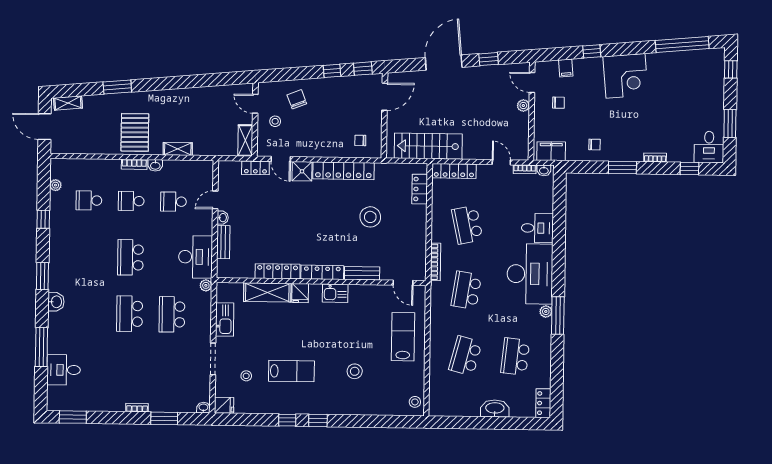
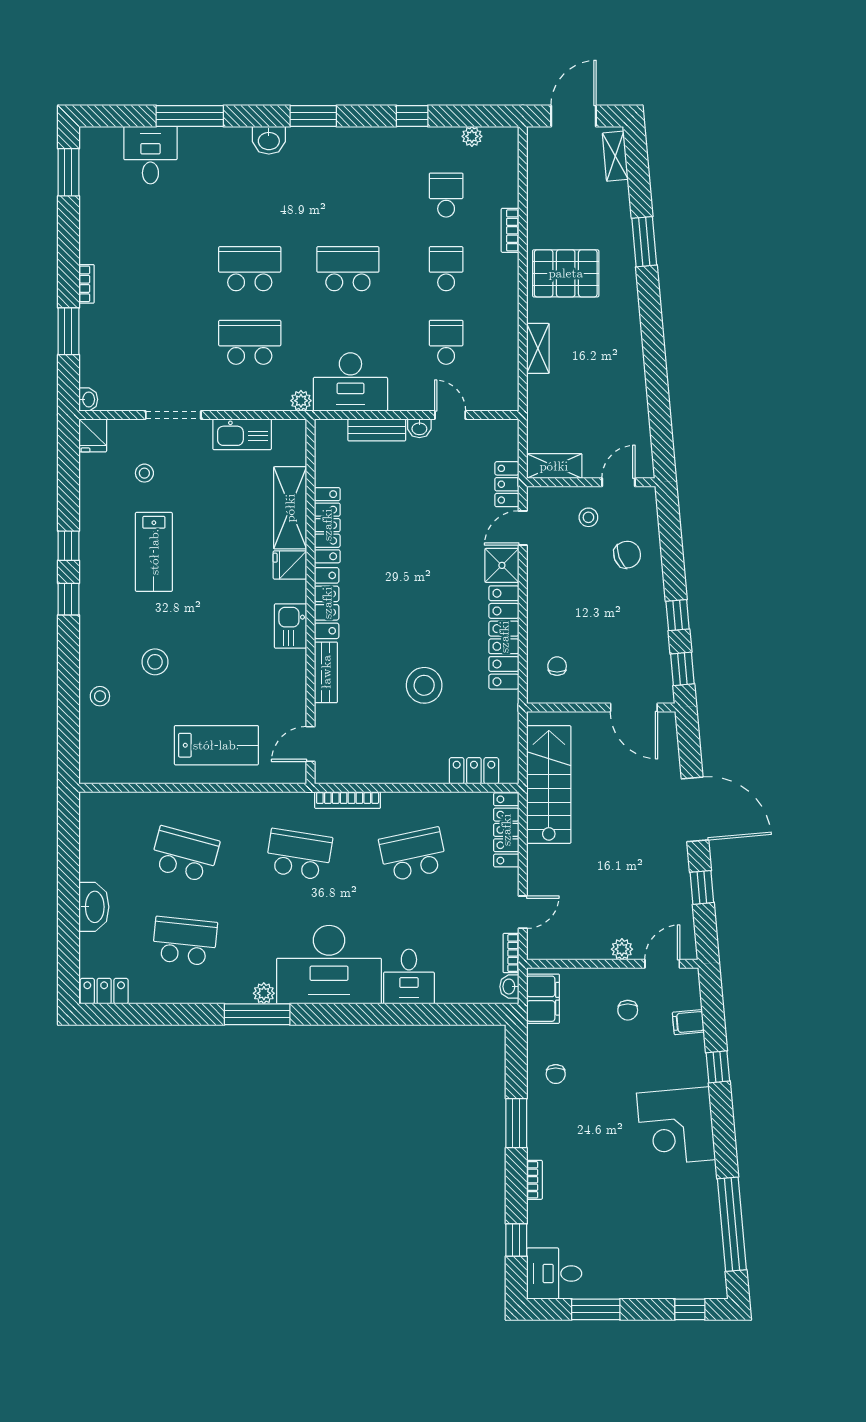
bookcase: (134, 164) -> (510, 230), moved
washbasin: (155, 165) -> (509, 310), removed
stool: (415, 402) -> (100, 696), moved

